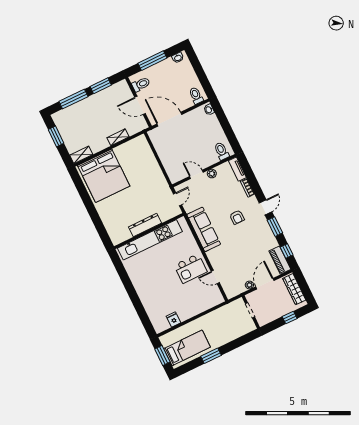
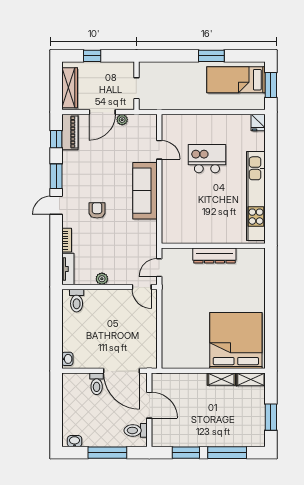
toilet: (196, 96) -> (97, 384), moved
shelving: (118, 137) -> (221, 379), moved
door: (196, 174) -> (142, 287), moved
sofa: (204, 229) -> (145, 191), moved
kitchen unit: (150, 240) -> (256, 196), moved, turned -90
kitchen island: (191, 268) -> (207, 159), moved
fridge: (174, 320) -> (258, 123), moved

